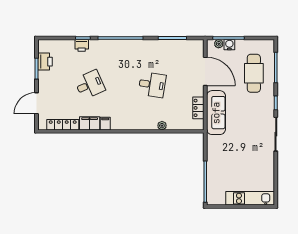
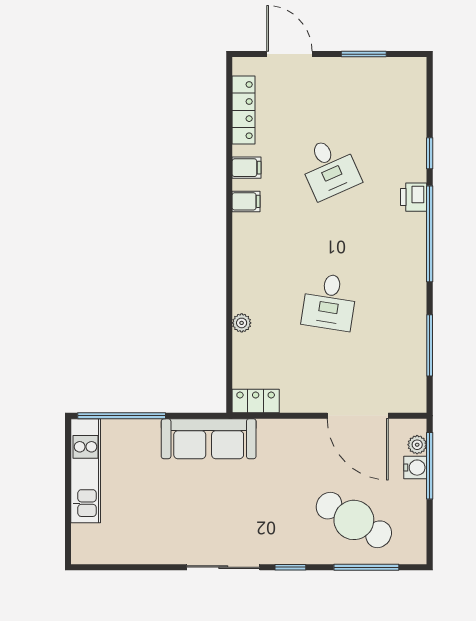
printer: (82, 45) -> (414, 197), moved
printer: (45, 62) -> (379, 72), removed
door: (205, 71) -> (358, 416), hinge flipped
cafe table: (254, 73) -> (354, 520), turned 30
locker: (198, 108) -> (256, 401), moved
sofa: (216, 113) -> (209, 439), moved
filing cabinet: (90, 123) -> (246, 168), width x0.50
kitchen unit: (250, 198) -> (86, 471), moved

